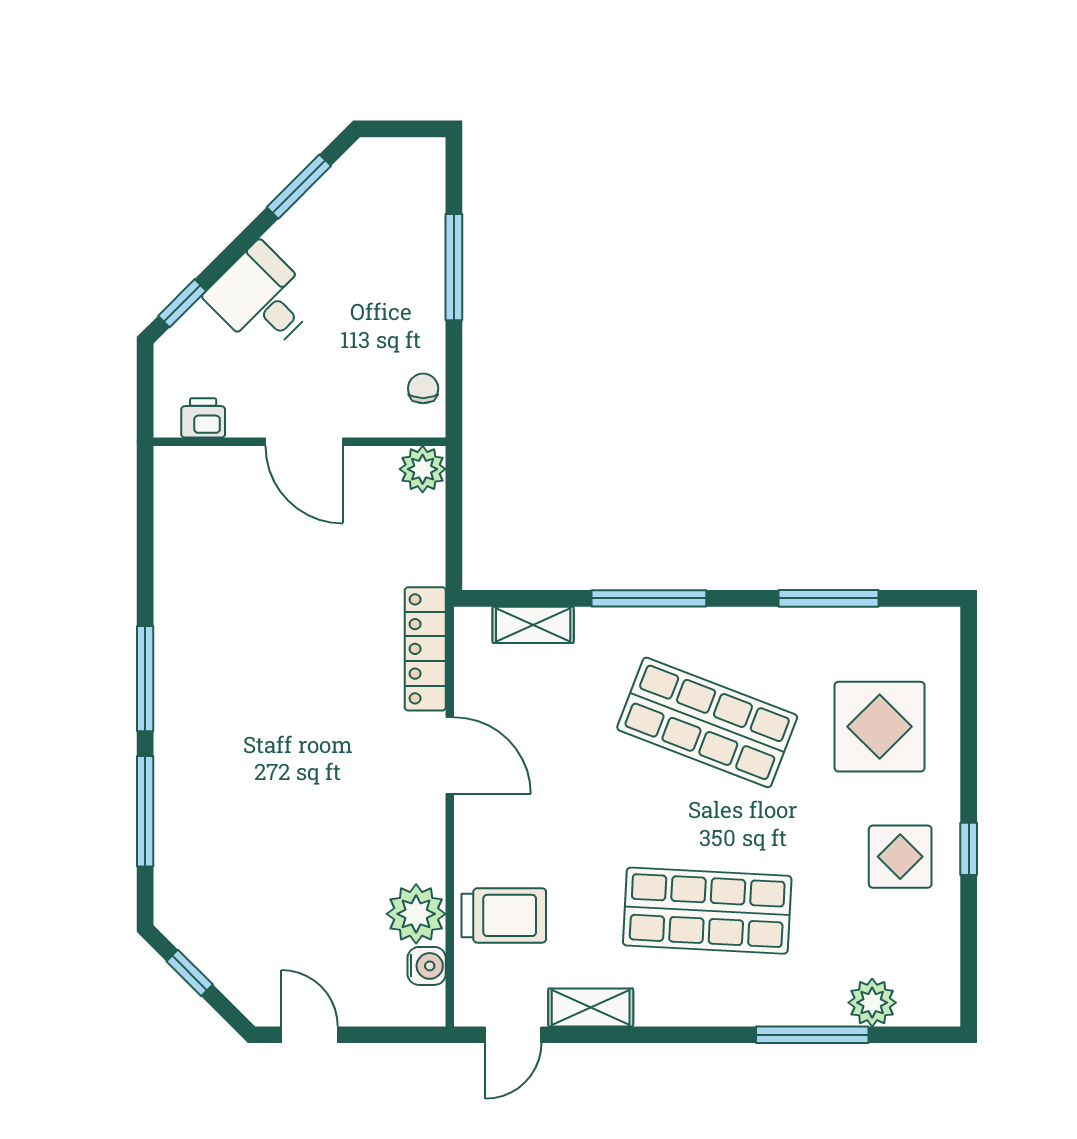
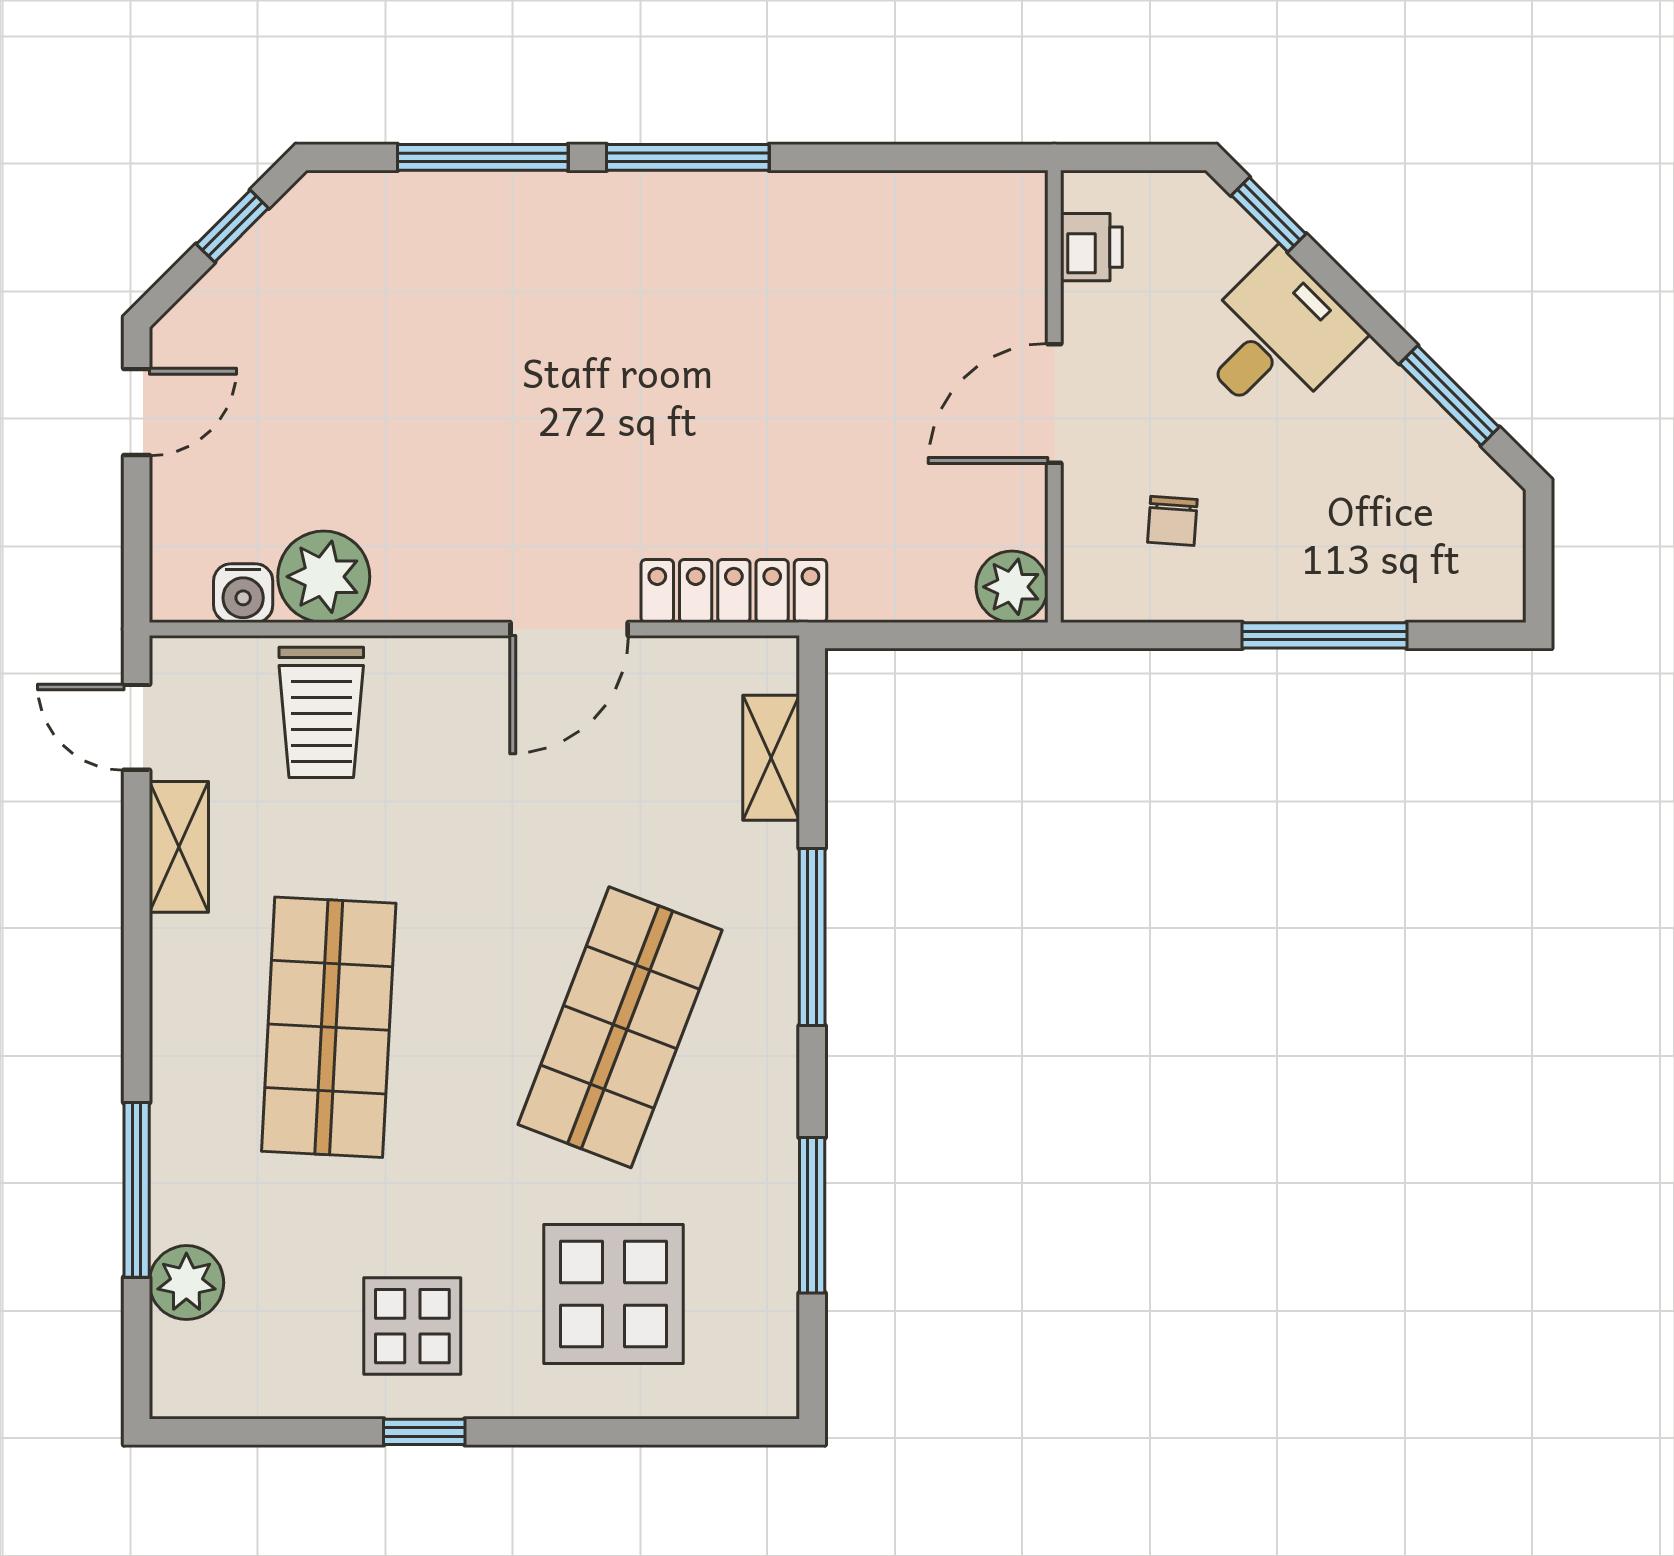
chair: (423, 388) -> (1172, 521), moved, turned 94

